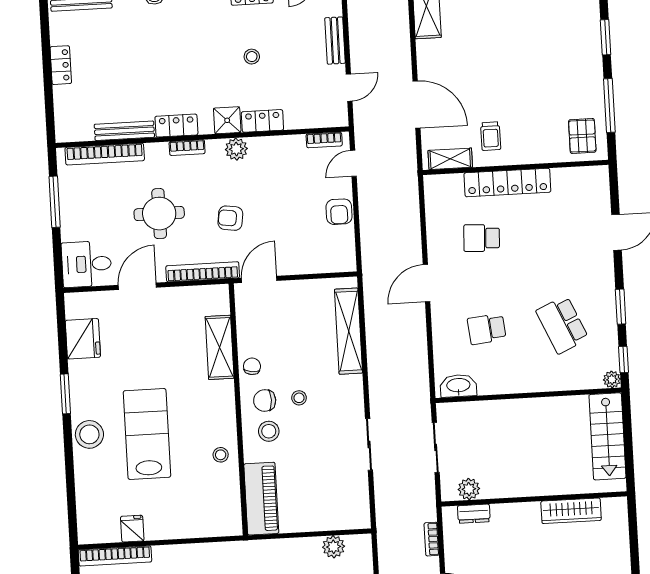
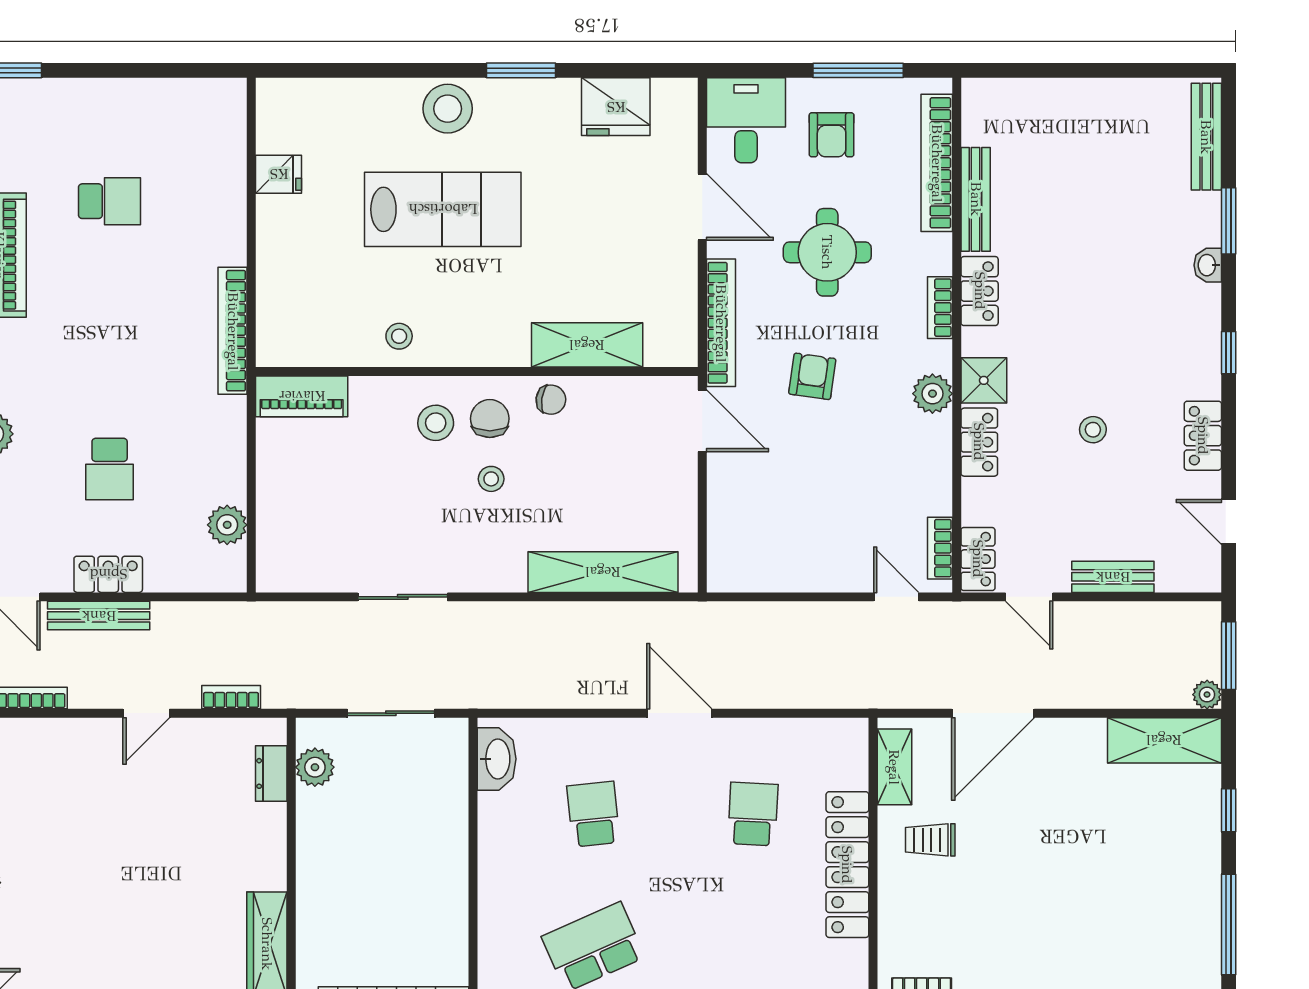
locker: (61, 65) -> (978, 559), moved, turned -90
armchair: (339, 212) -> (832, 135), moved, turned -90
piano: (261, 499) -> (302, 396), width x0.73, depth x0.75
bookcase: (115, 556) -> (233, 331), moved

